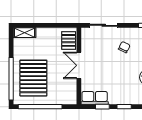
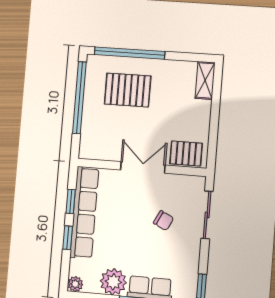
chair: (124, 47) -> (164, 221), moved
pallet: (33, 78) -> (128, 90), width x0.73, depth x0.71
row of seats: (95, 98) -> (84, 213), width x2.02

